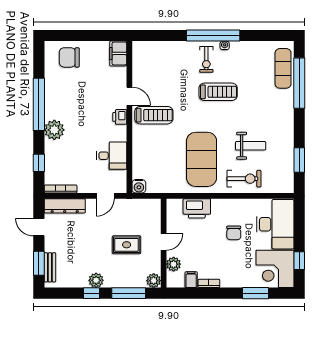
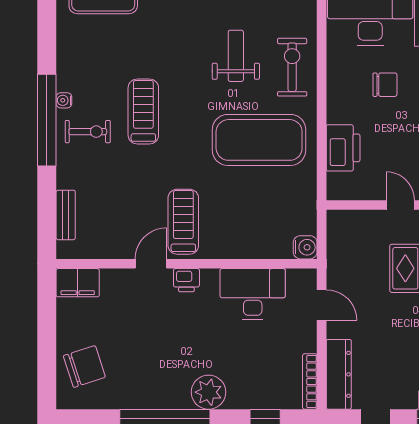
bench: (158, 47) -> (66, 215), added
chair: (69, 57) -> (84, 366), turned -108
desk: (112, 156) -> (253, 294), width x1.37

